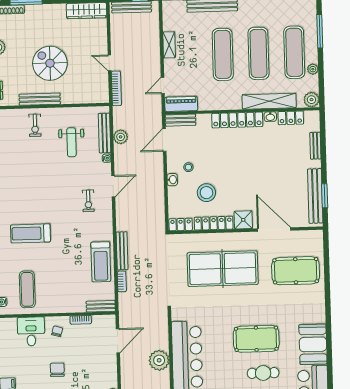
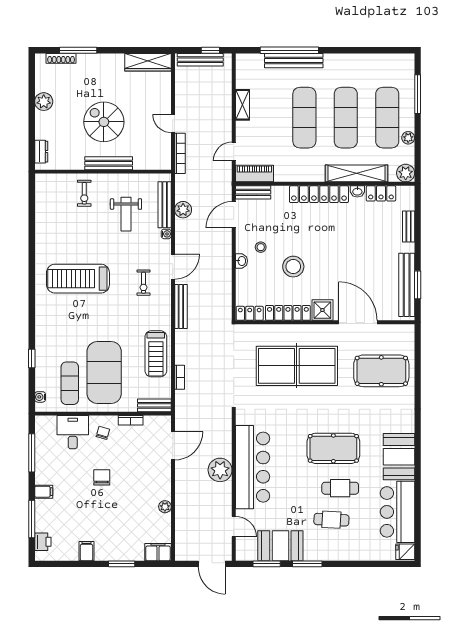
bench: (40, 99) -> (109, 163), moved
stool: (206, 193) -> (293, 267), moved
treadmill: (30, 233) -> (78, 279), moved, width x1.37, depth x1.38
bench: (122, 251) -> (181, 306), moved
exercise mat: (57, 279) -> (104, 373), added

